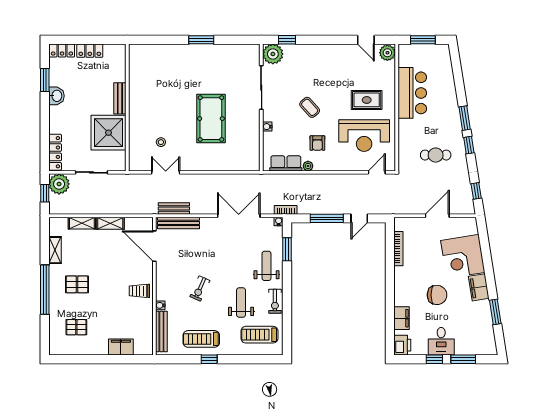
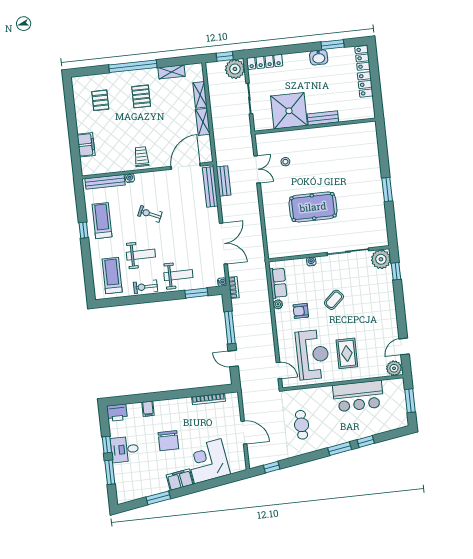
reception desk: (364, 136) -> (313, 355), turned 180
window: (469, 145) -> (366, 442), moved
filing cabinet: (402, 318) -> (148, 409), width x0.50

